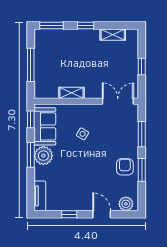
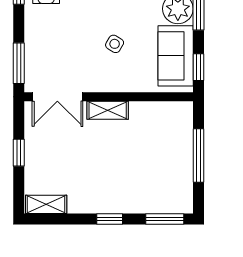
shelving: (113, 35) -> (46, 204), moved
shelving: (72, 93) -> (108, 110), moved
window: (142, 134) -> (19, 63), moved

